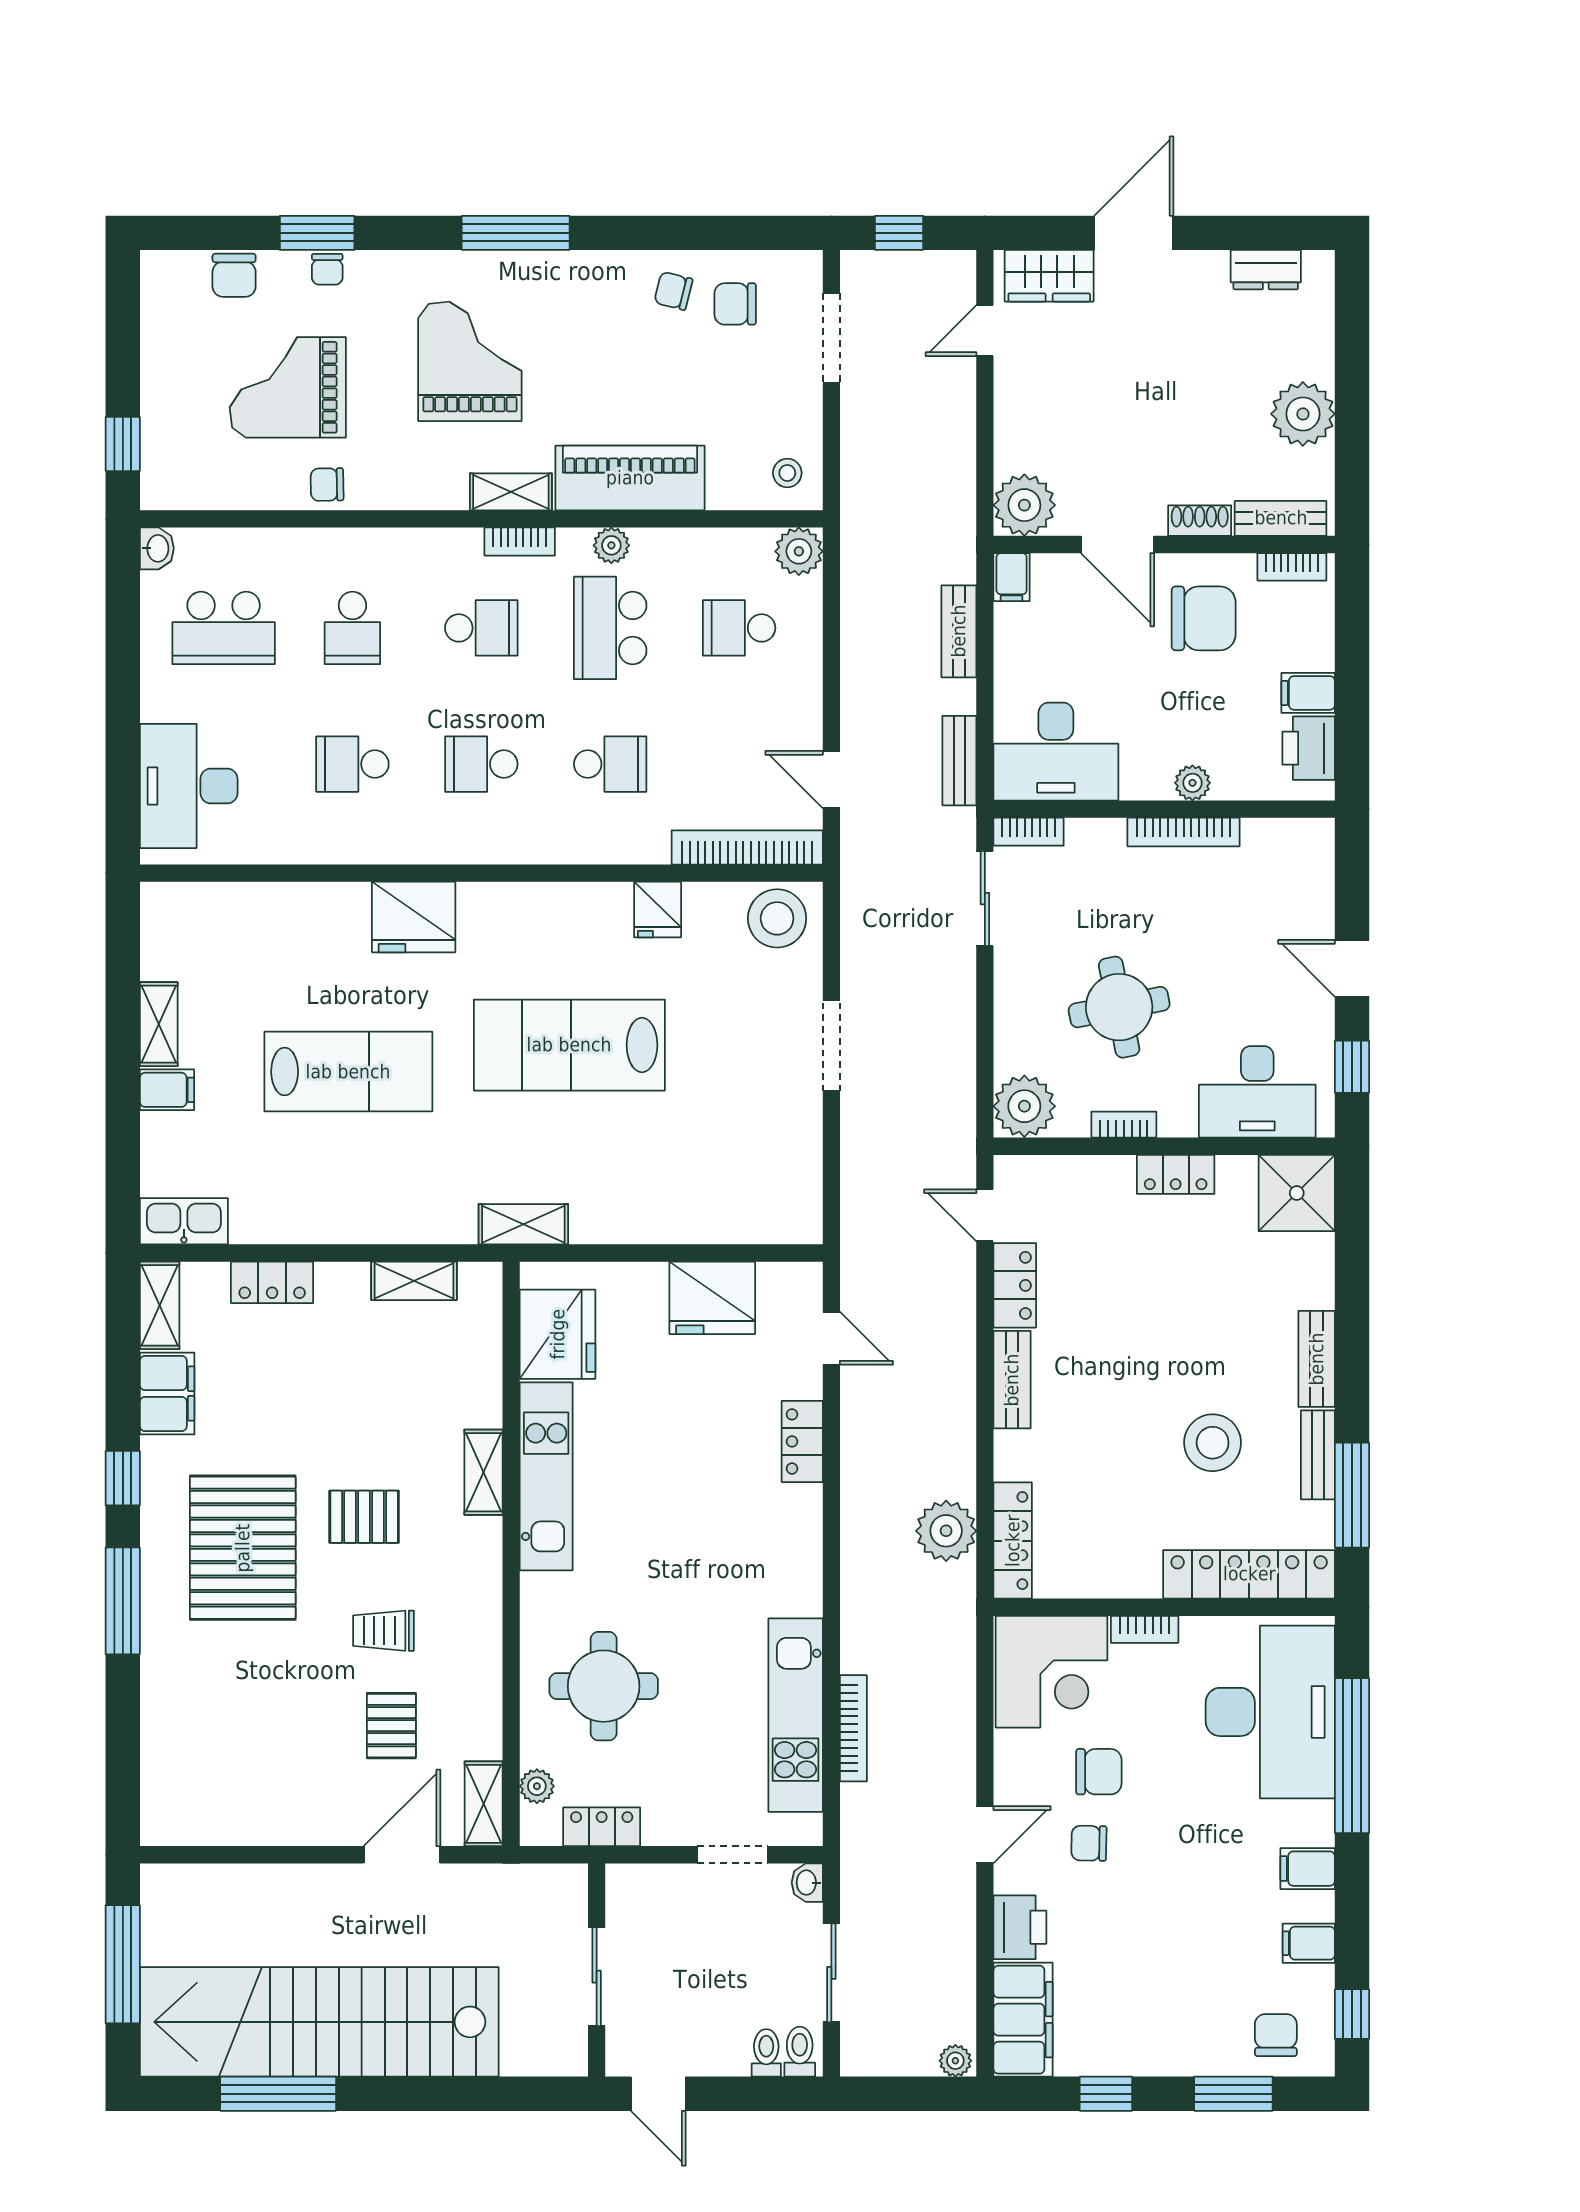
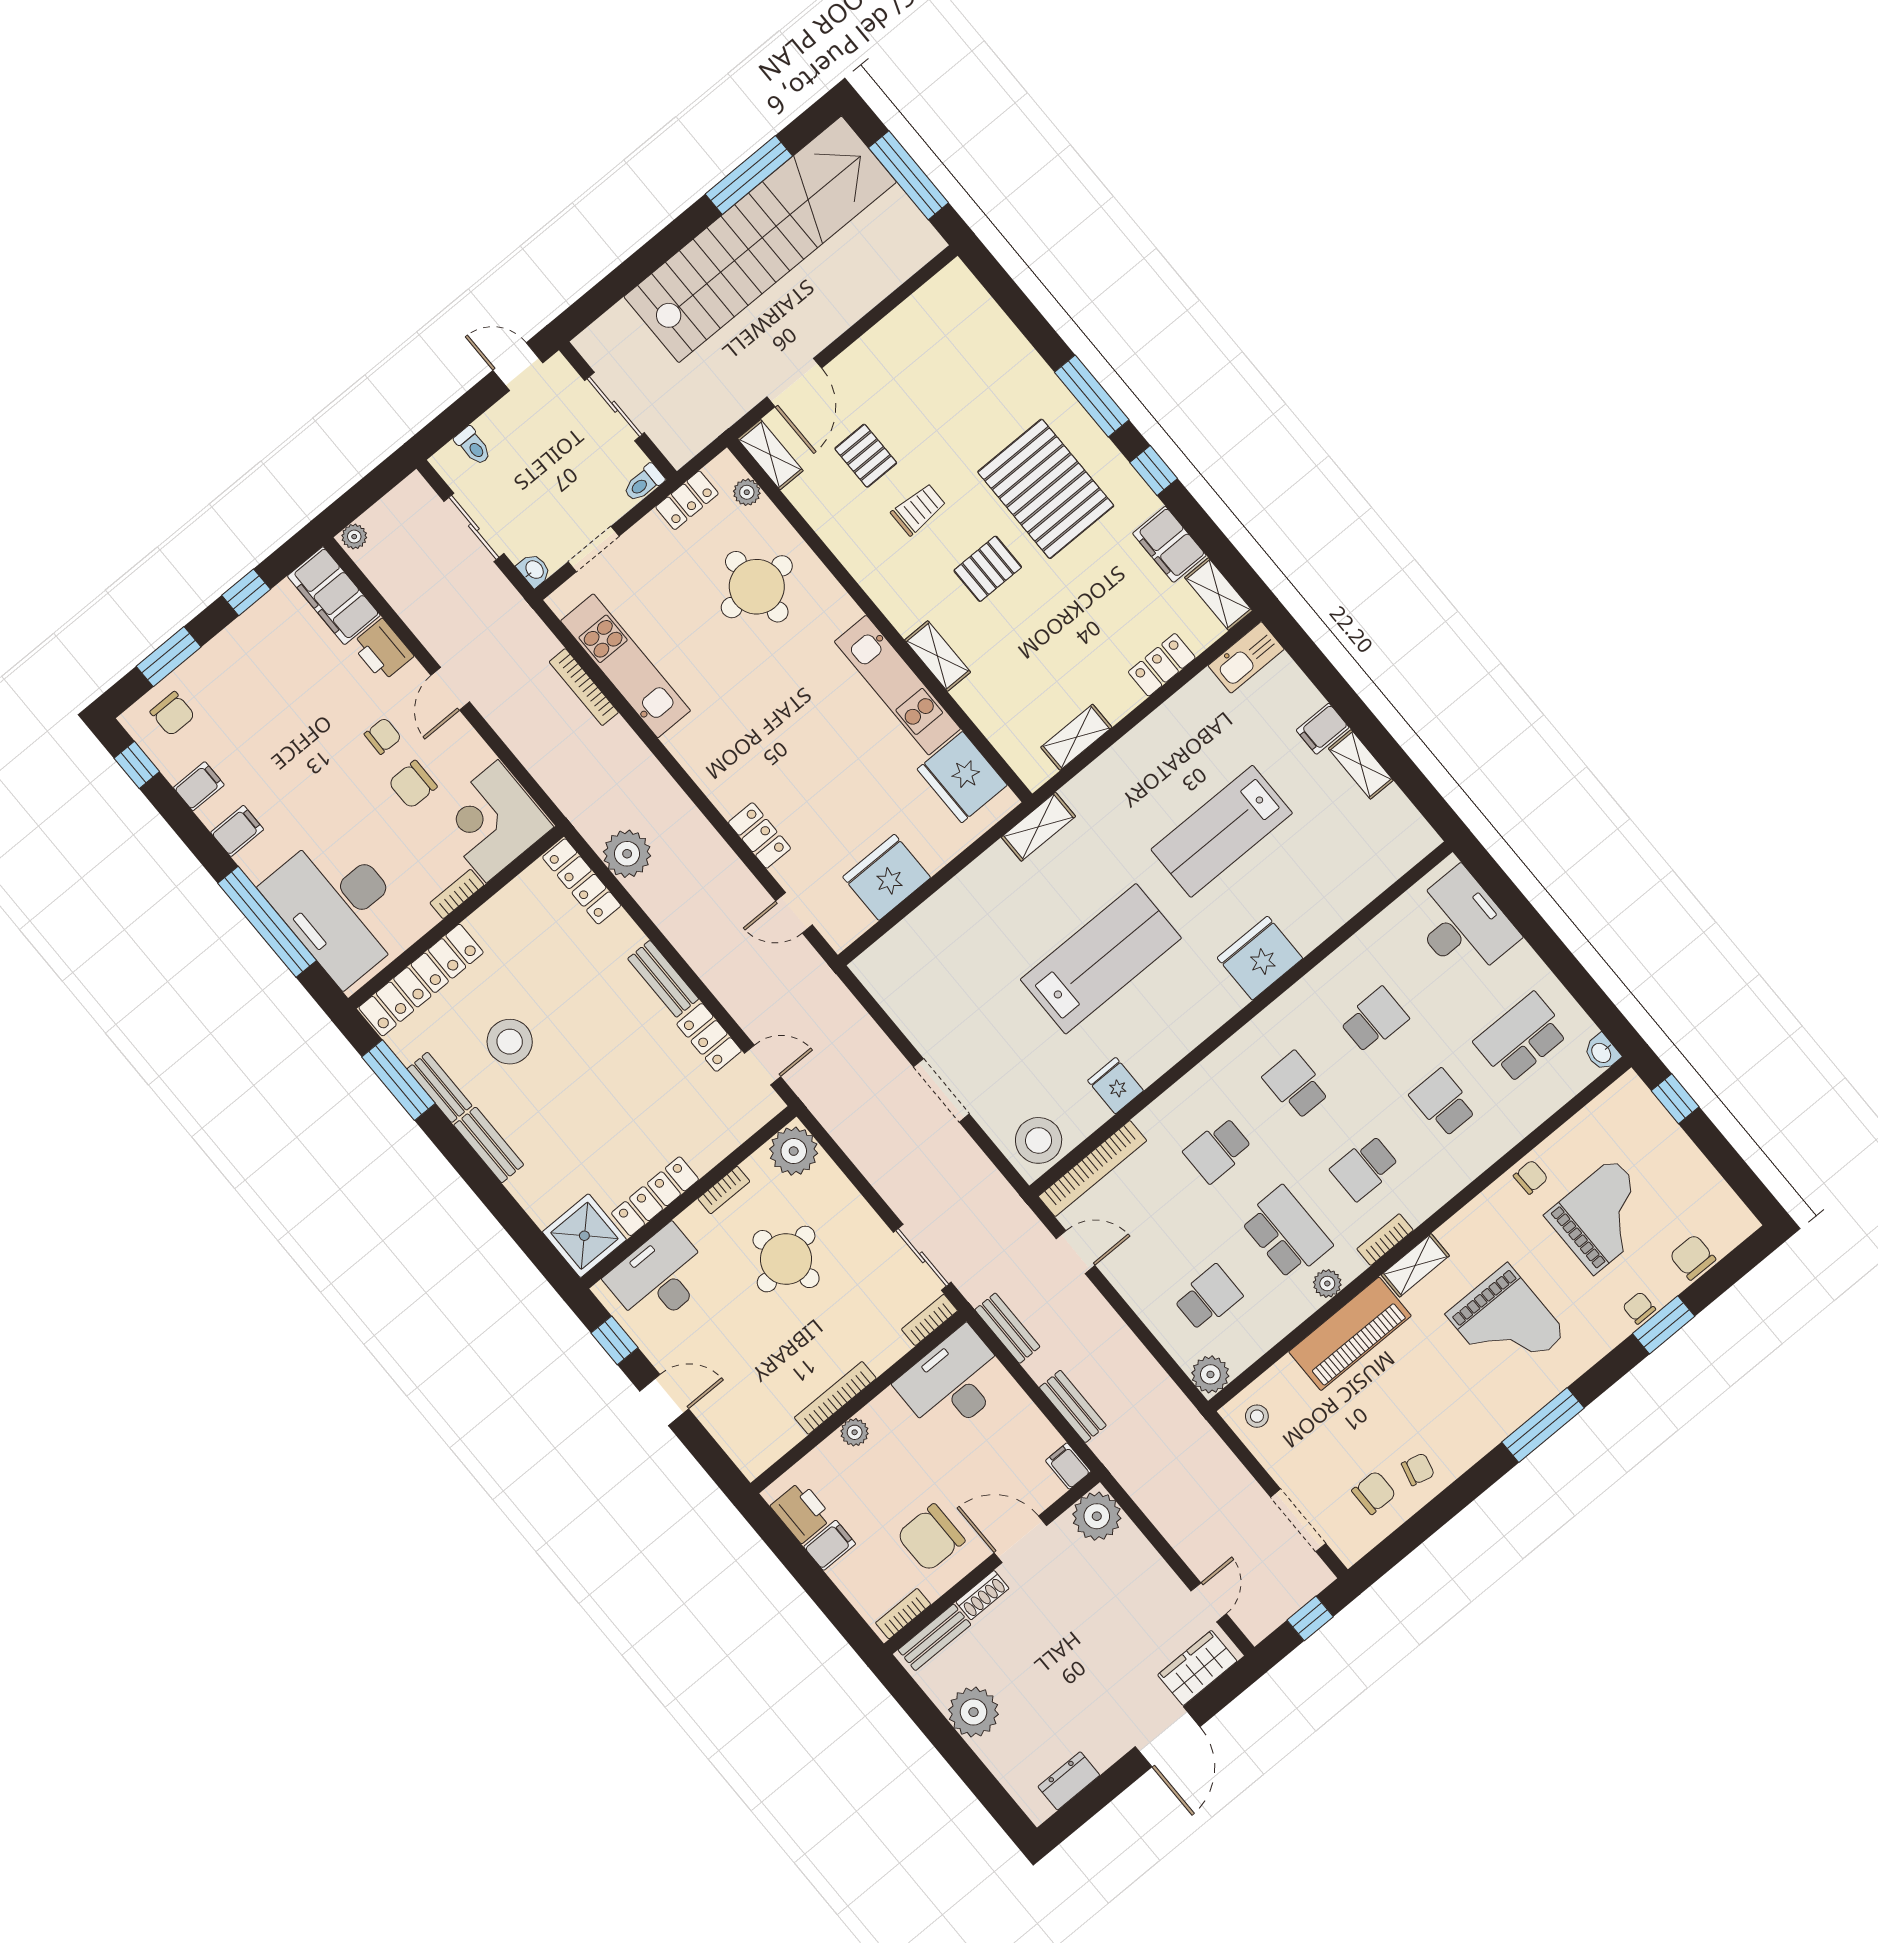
school desk: (481, 764) -> (1296, 1085), turned -90
locker: (1176, 1174) -> (655, 1196), width x1.53
toilet: (800, 2052) -> (644, 483), moved, turned 90

